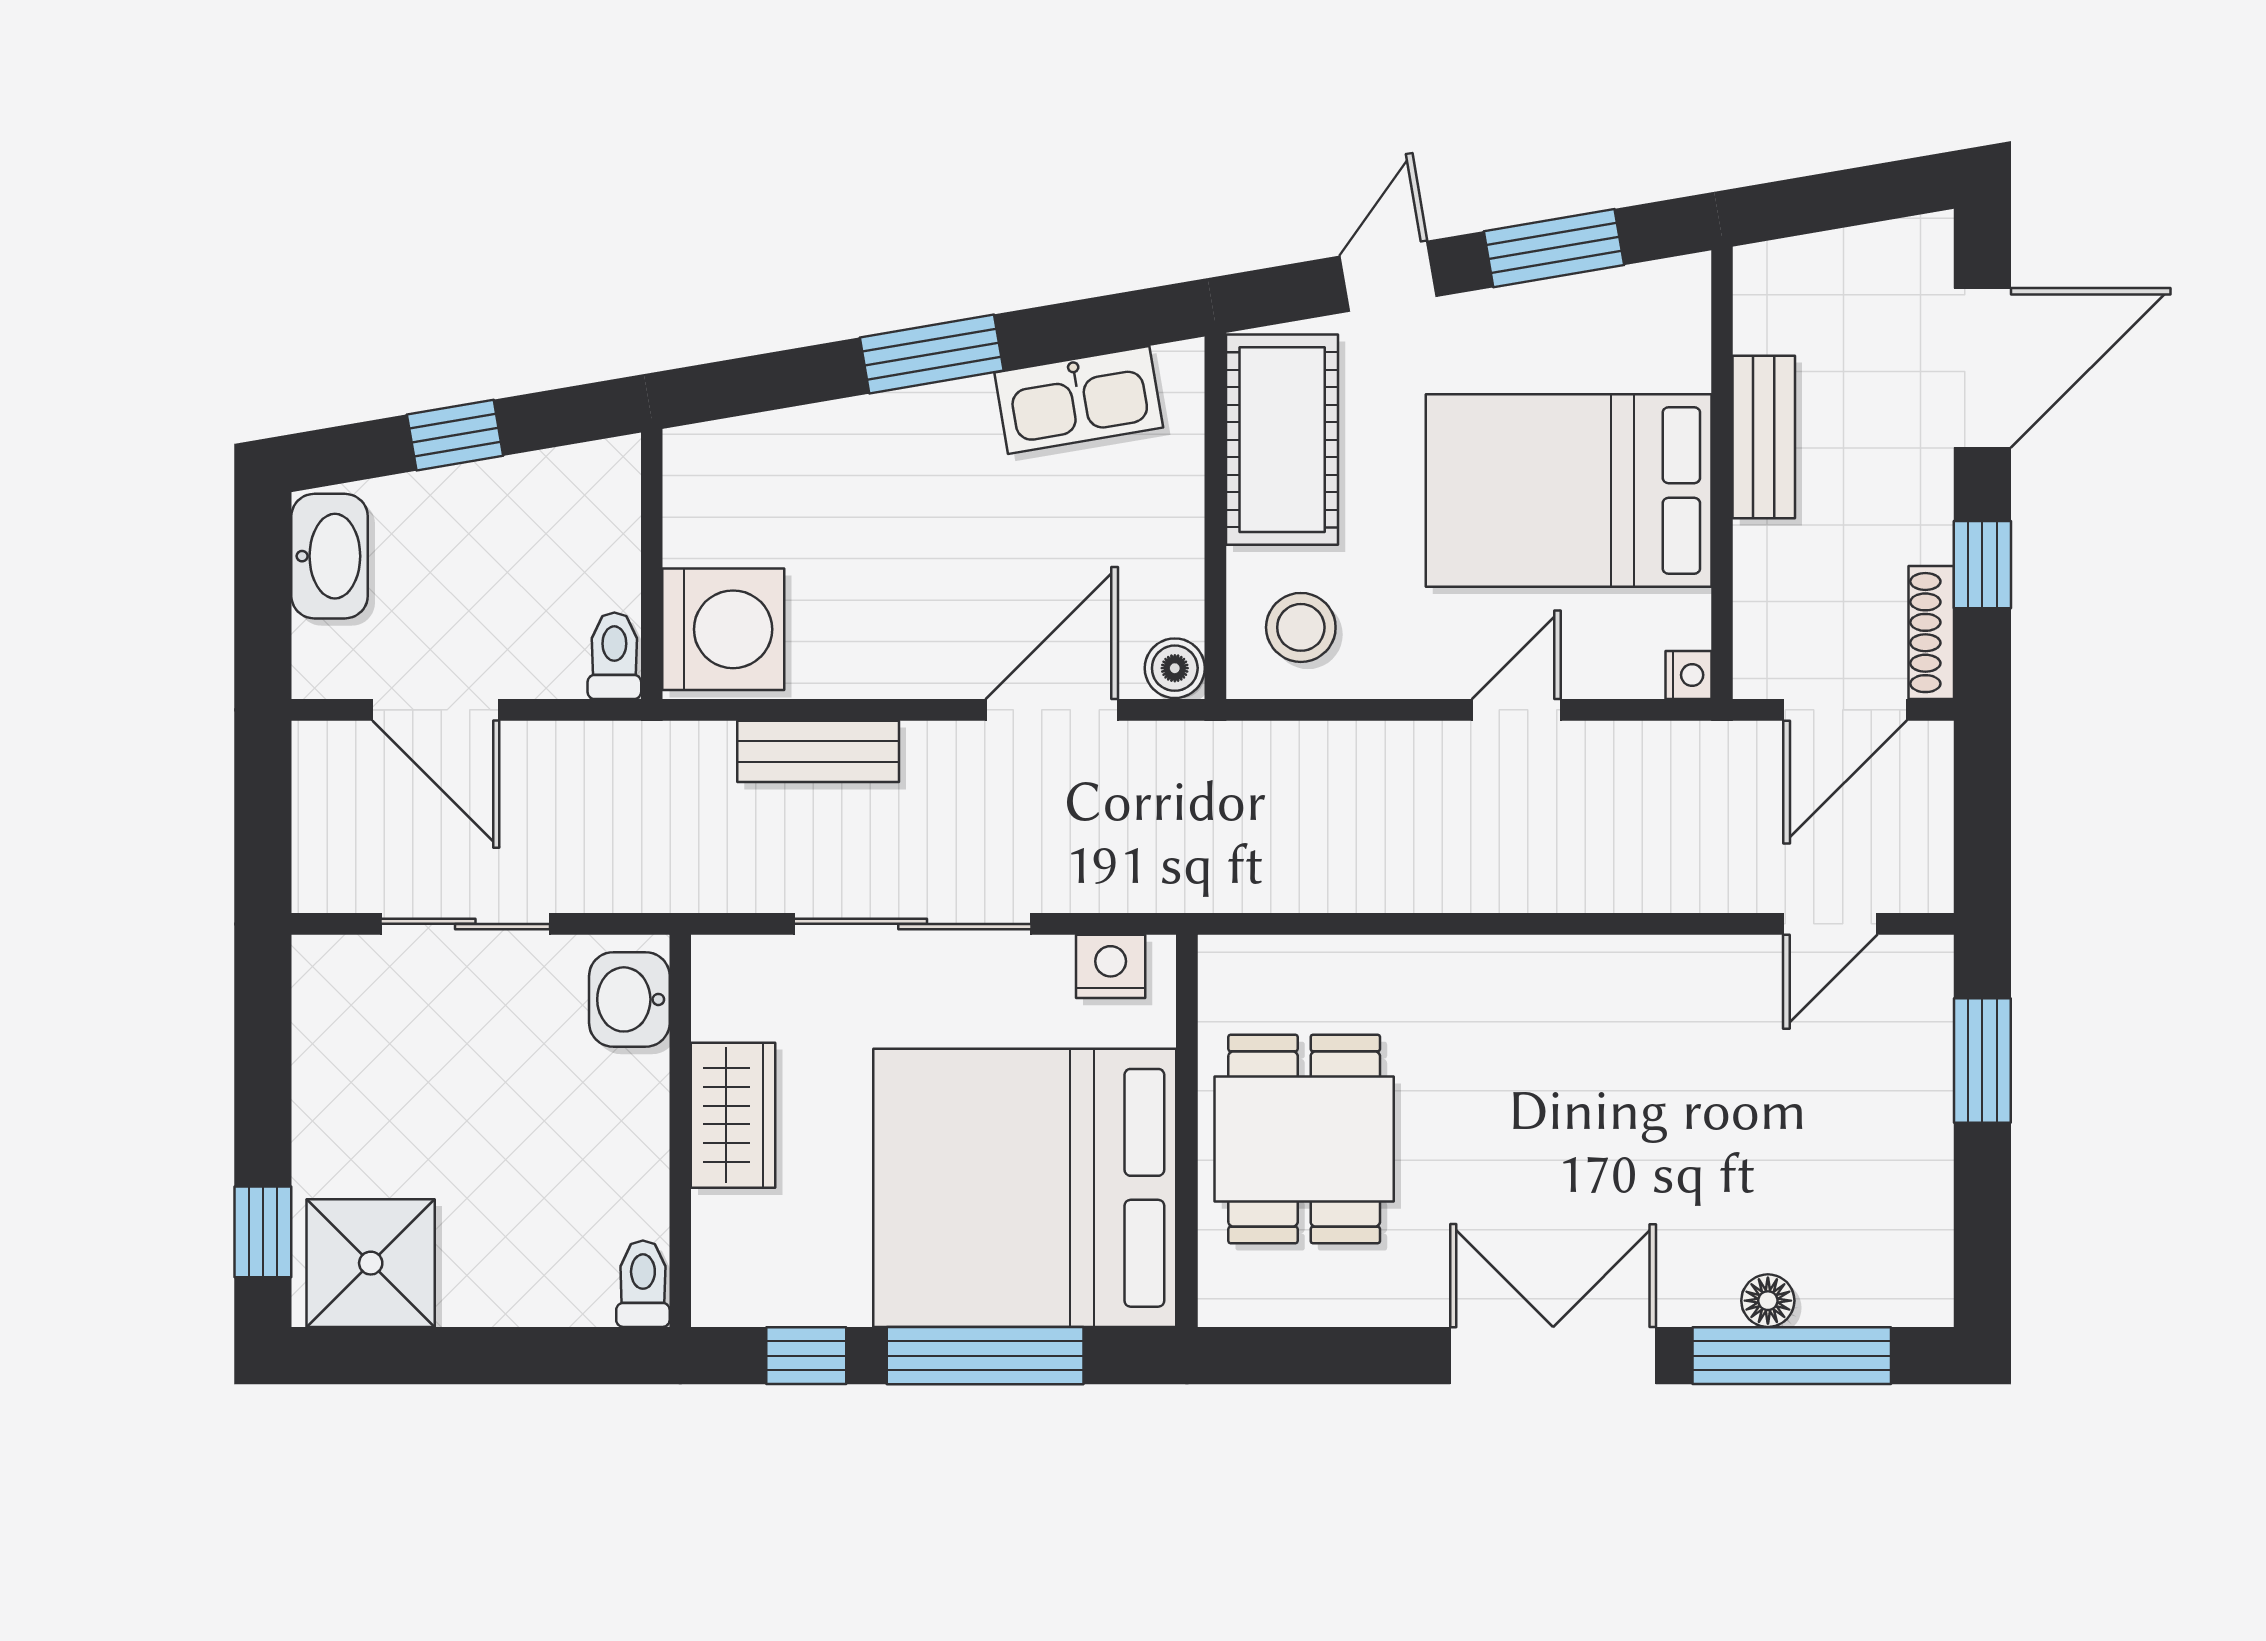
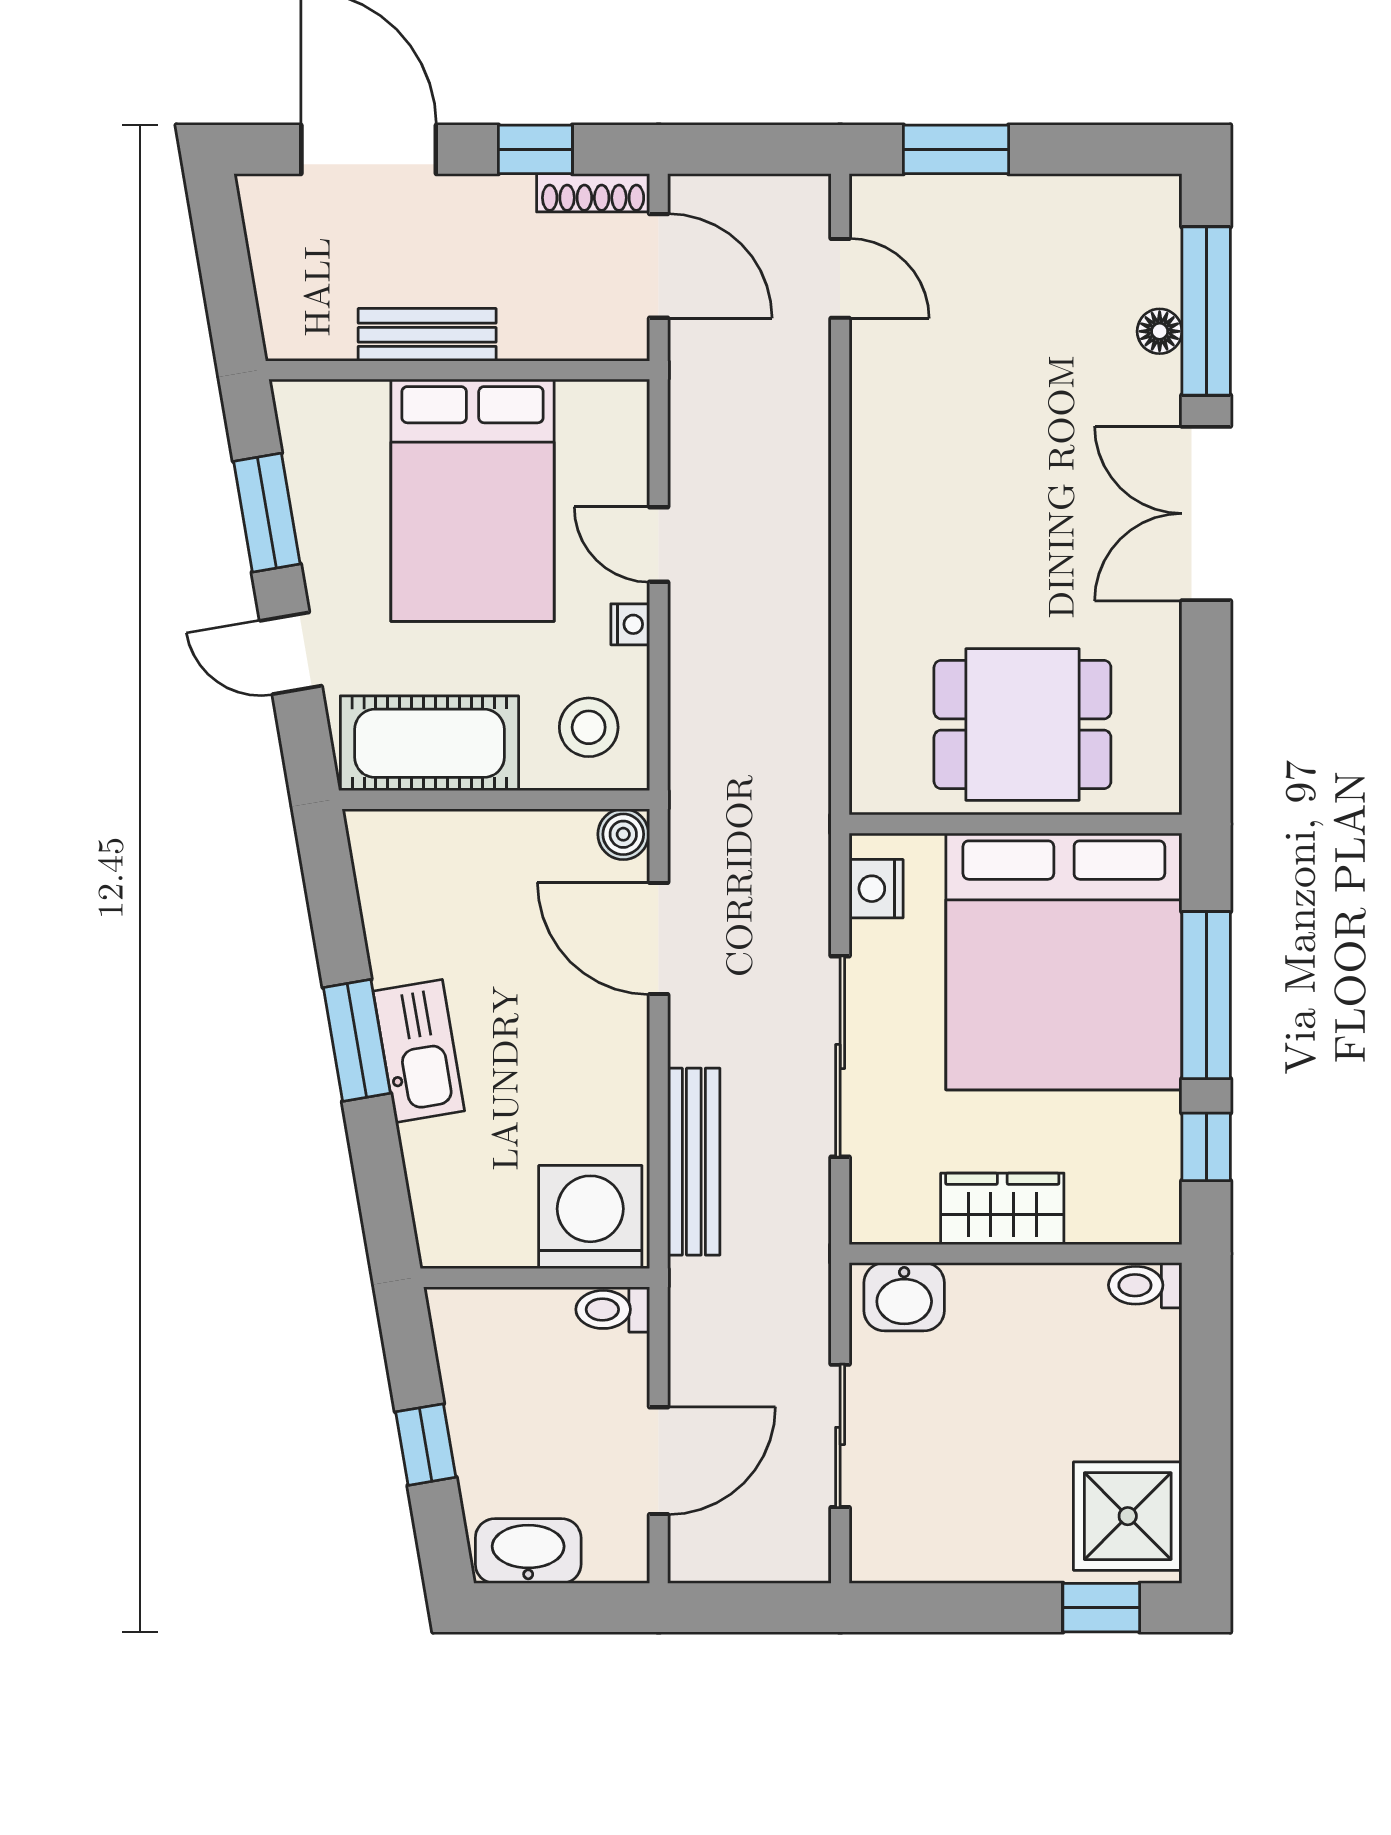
kitchen sink: (1079, 400) -> (419, 1051), moved
nightstand: (1688, 675) -> (630, 624), moved, turned 90
bench: (818, 751) -> (694, 1162), width x1.36

